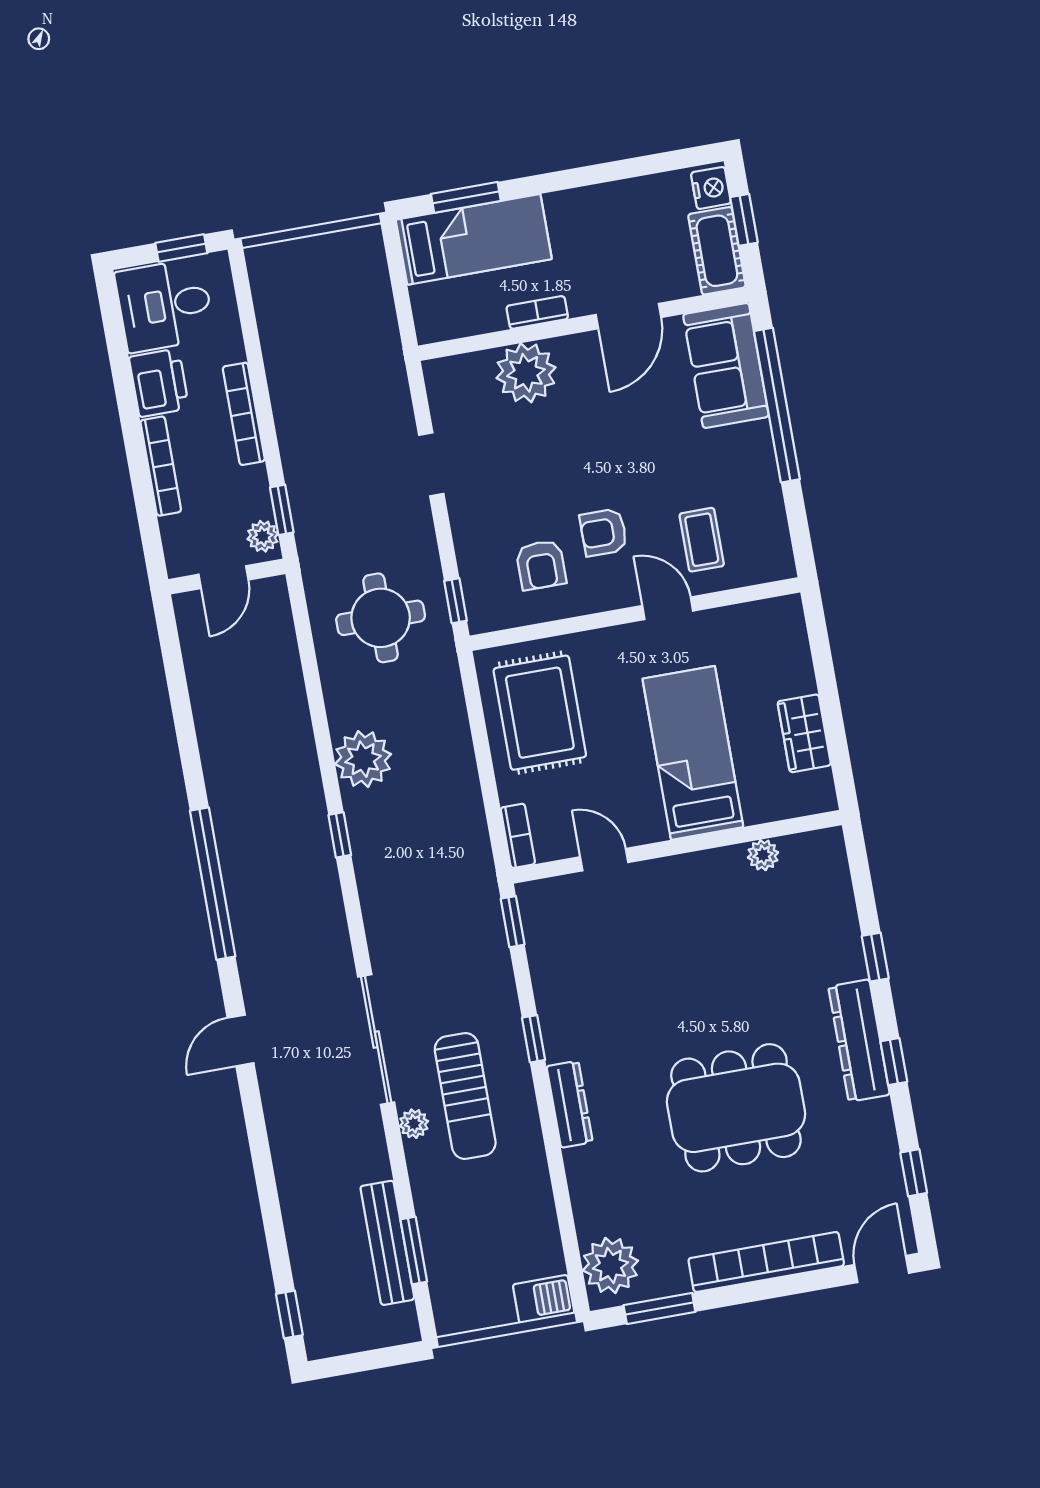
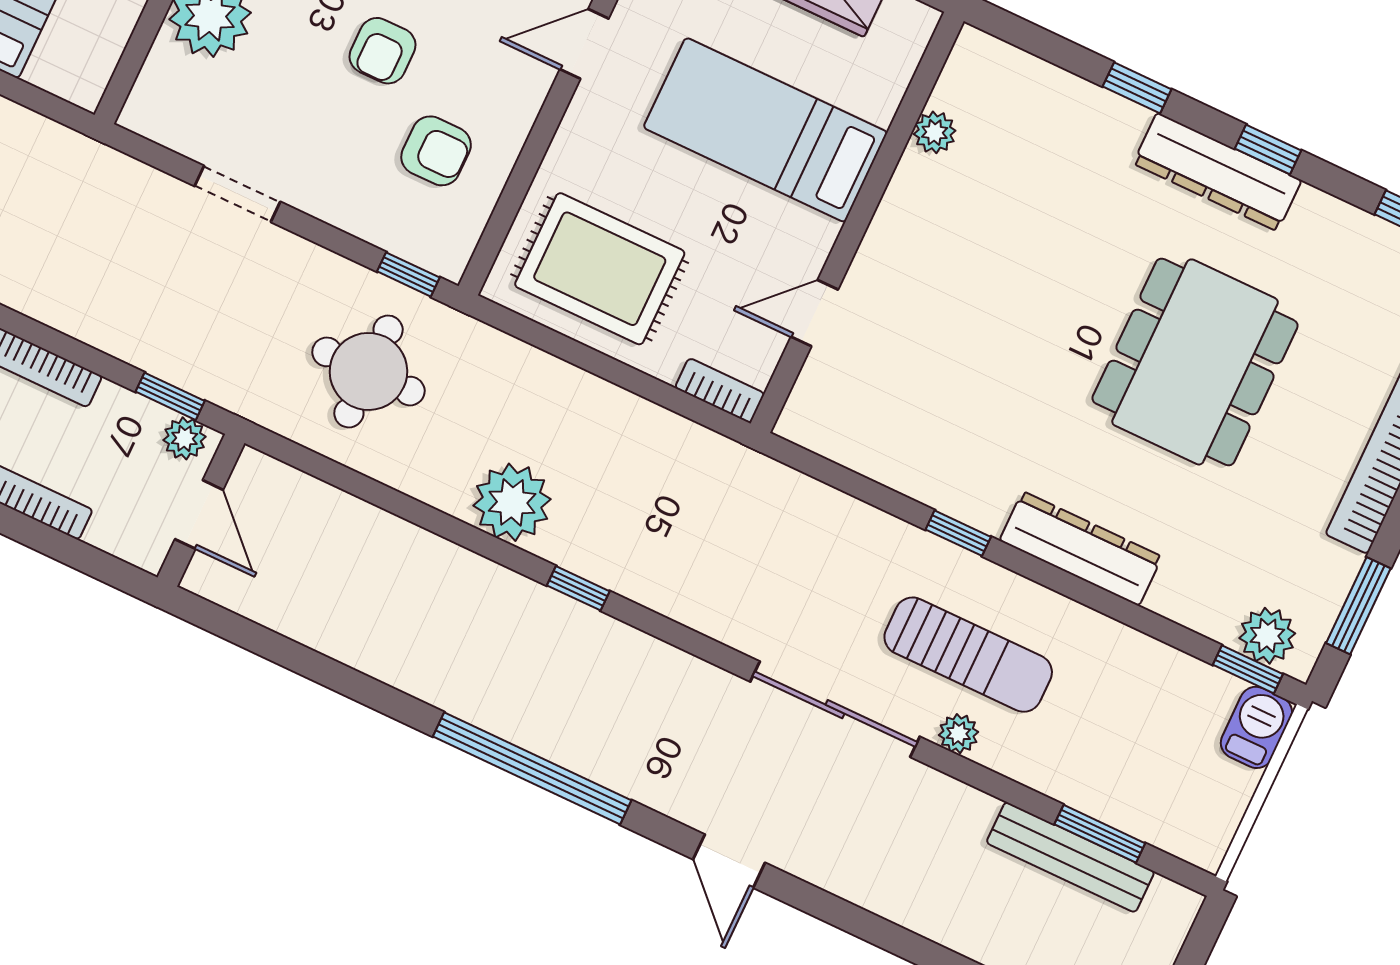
armchair: (604, 532) -> (383, 51), moved
window: (513, 922) -> (1248, 669), moved
dresser: (570, 1104) -> (1081, 549), width x1.37, depth x1.24
plant: (610, 1265) -> (1267, 636), width x0.73, depth x0.73

